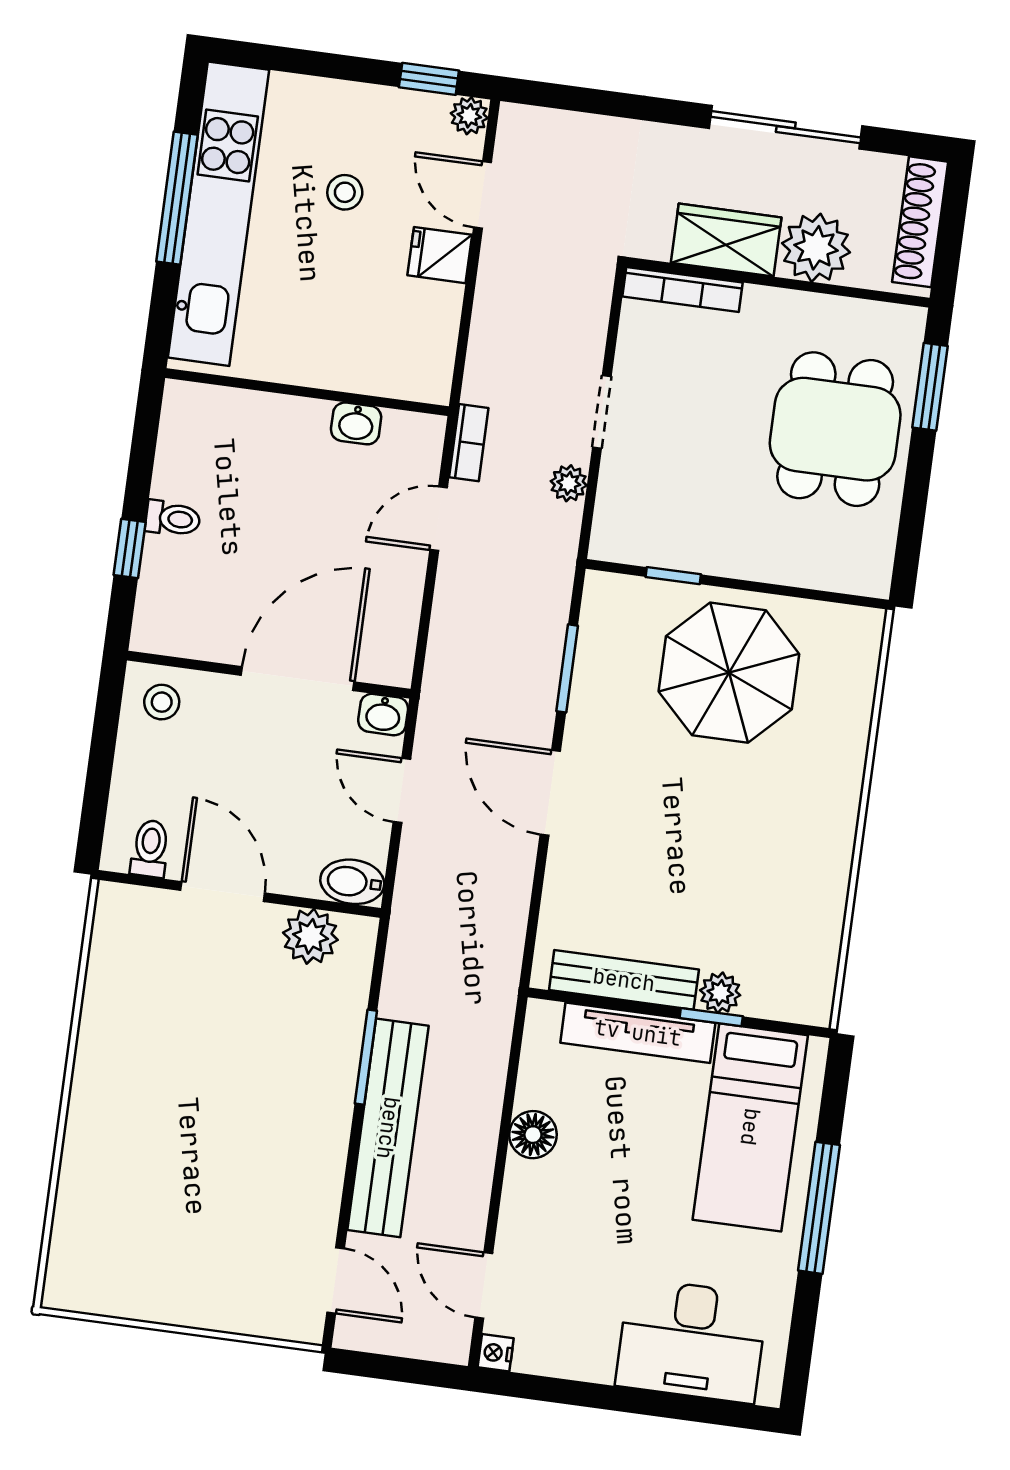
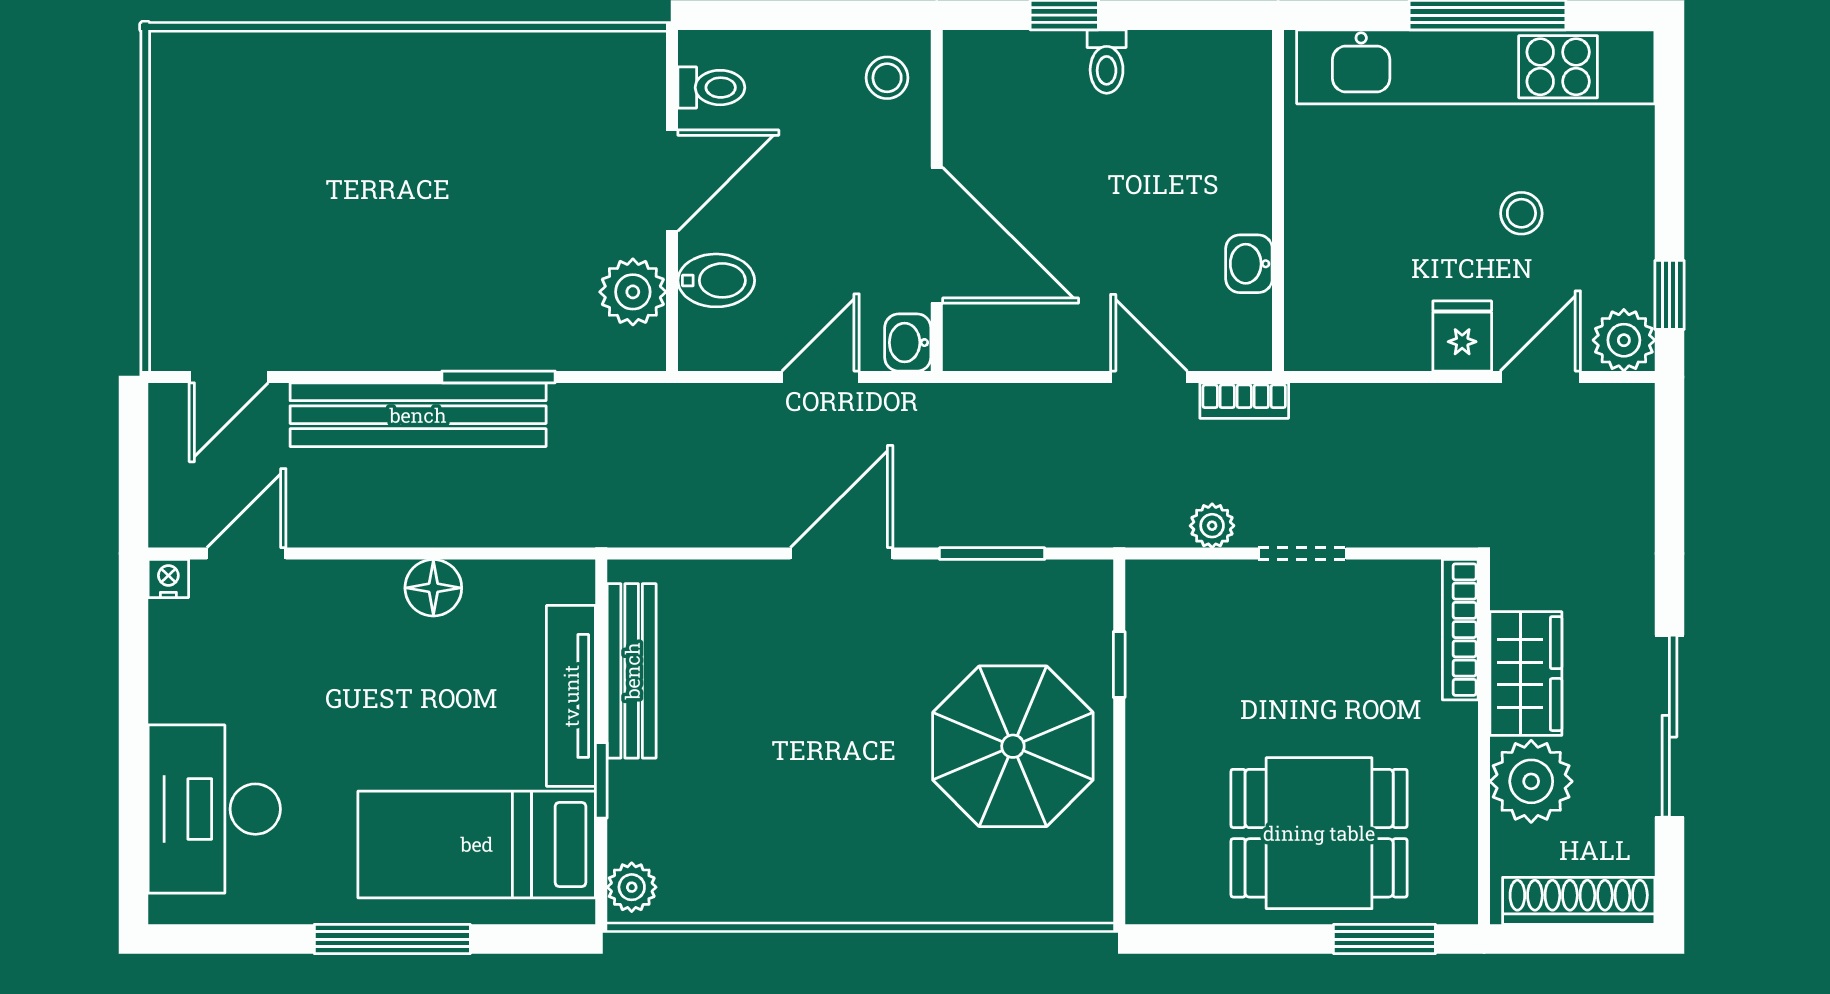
plant: (469, 116) -> (1624, 340), width x1.38, depth x1.38
bidet: (352, 882) -> (716, 280), moved, turned 90
plant: (720, 993) -> (632, 887), moved

